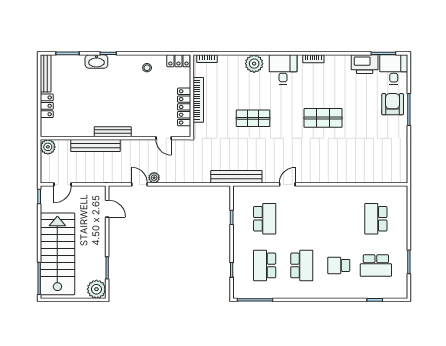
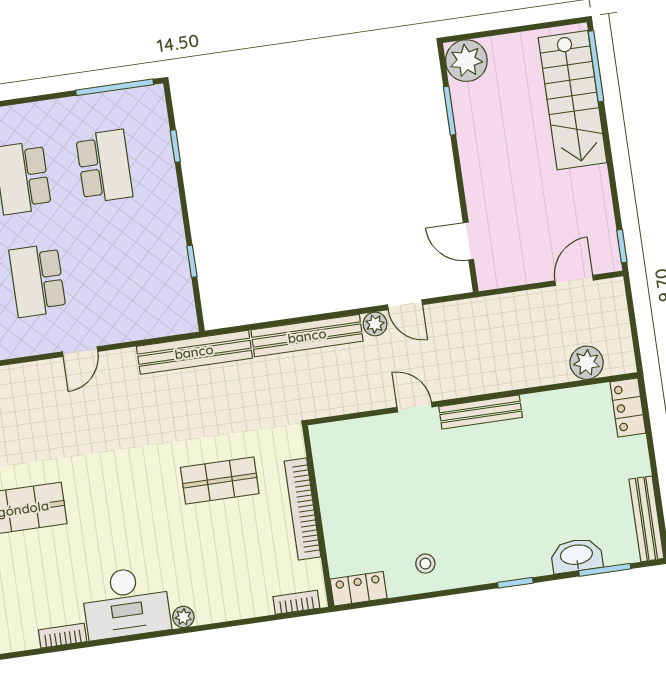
washbasin: (96, 62) -> (577, 556), moved
plant: (254, 64) -> (183, 617), width x0.53, depth x0.53
desk: (283, 69) -> (126, 603), width x1.37
locker: (47, 106) -> (628, 408), moved
locker: (184, 107) -> (331, 489), removed
shop shelf: (253, 118) -> (220, 481), moved
door: (164, 138) -> (415, 407), moved
bench: (95, 146) -> (307, 336), moved
plant: (48, 147) -> (587, 363), moved
school desk: (265, 219) -> (38, 280), moved
stairs: (57, 254) -> (573, 100), width x0.73, depth x0.66

